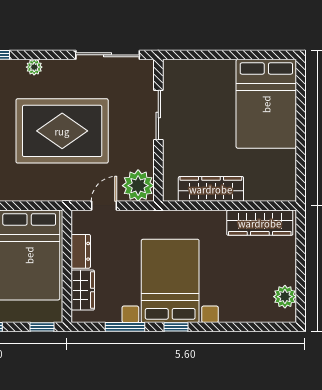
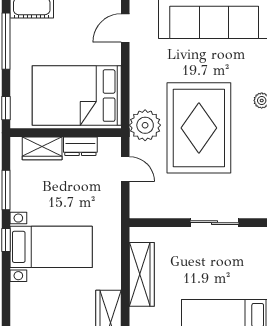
plant: (138, 186) -> (145, 125), moved
bed with nightstands: (170, 281) -> (51, 247), width x0.73

